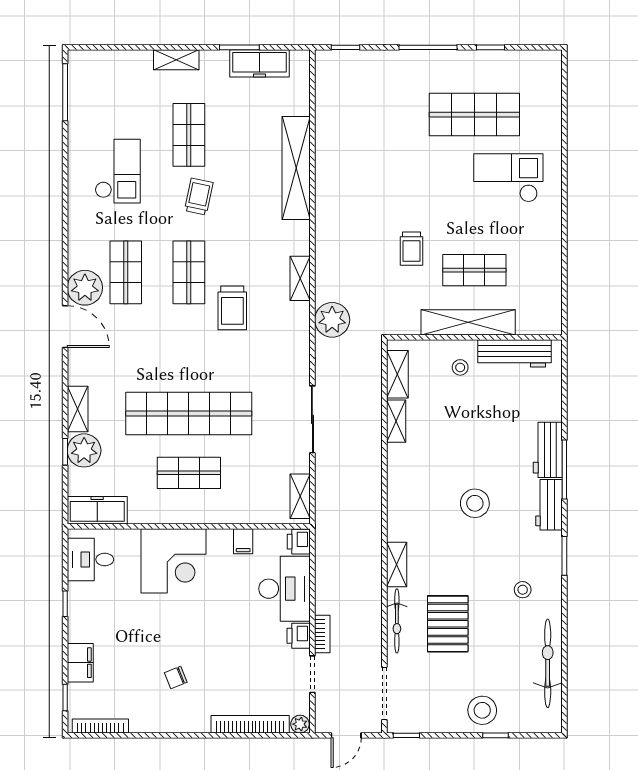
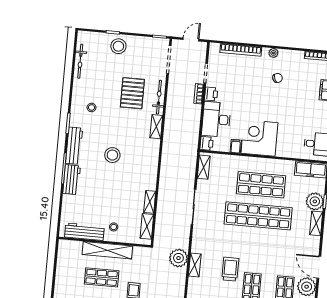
shelving: (300, 278) -> (195, 265), moved
shop shelf: (189, 473) -> (261, 185), width x1.43, depth x1.36
workbench: (549, 505) -> (74, 146), width x1.38
corner desk: (173, 561) -> (259, 138), moved
bicycle: (548, 663) -> (80, 61), width x0.73, depth x0.71
plant: (300, 724) -> (273, 53), moved

